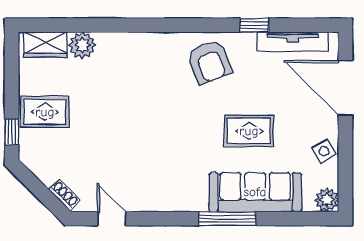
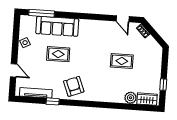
door: (345, 88) -> (14, 70), width x0.53
rug: (45, 112) -> (122, 61), moved
window: (12, 132) -> (163, 85), moved
plant: (327, 200) -> (25, 21), removed
window: (227, 219) -> (42, 13), moved

